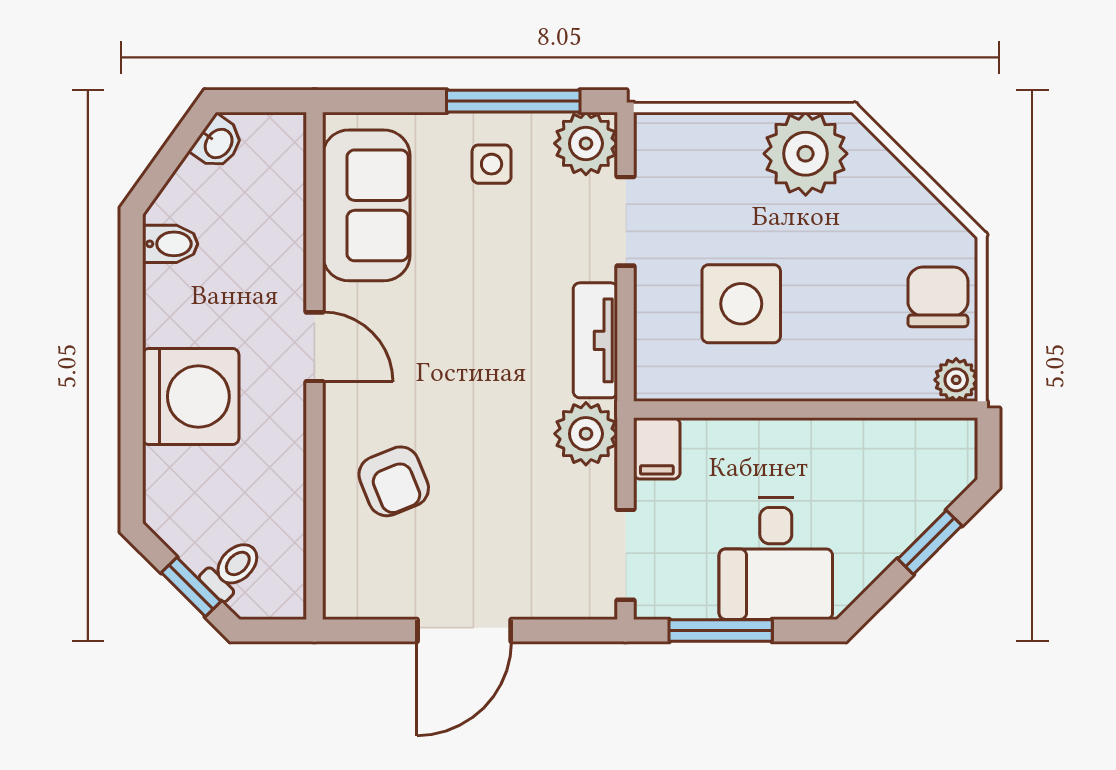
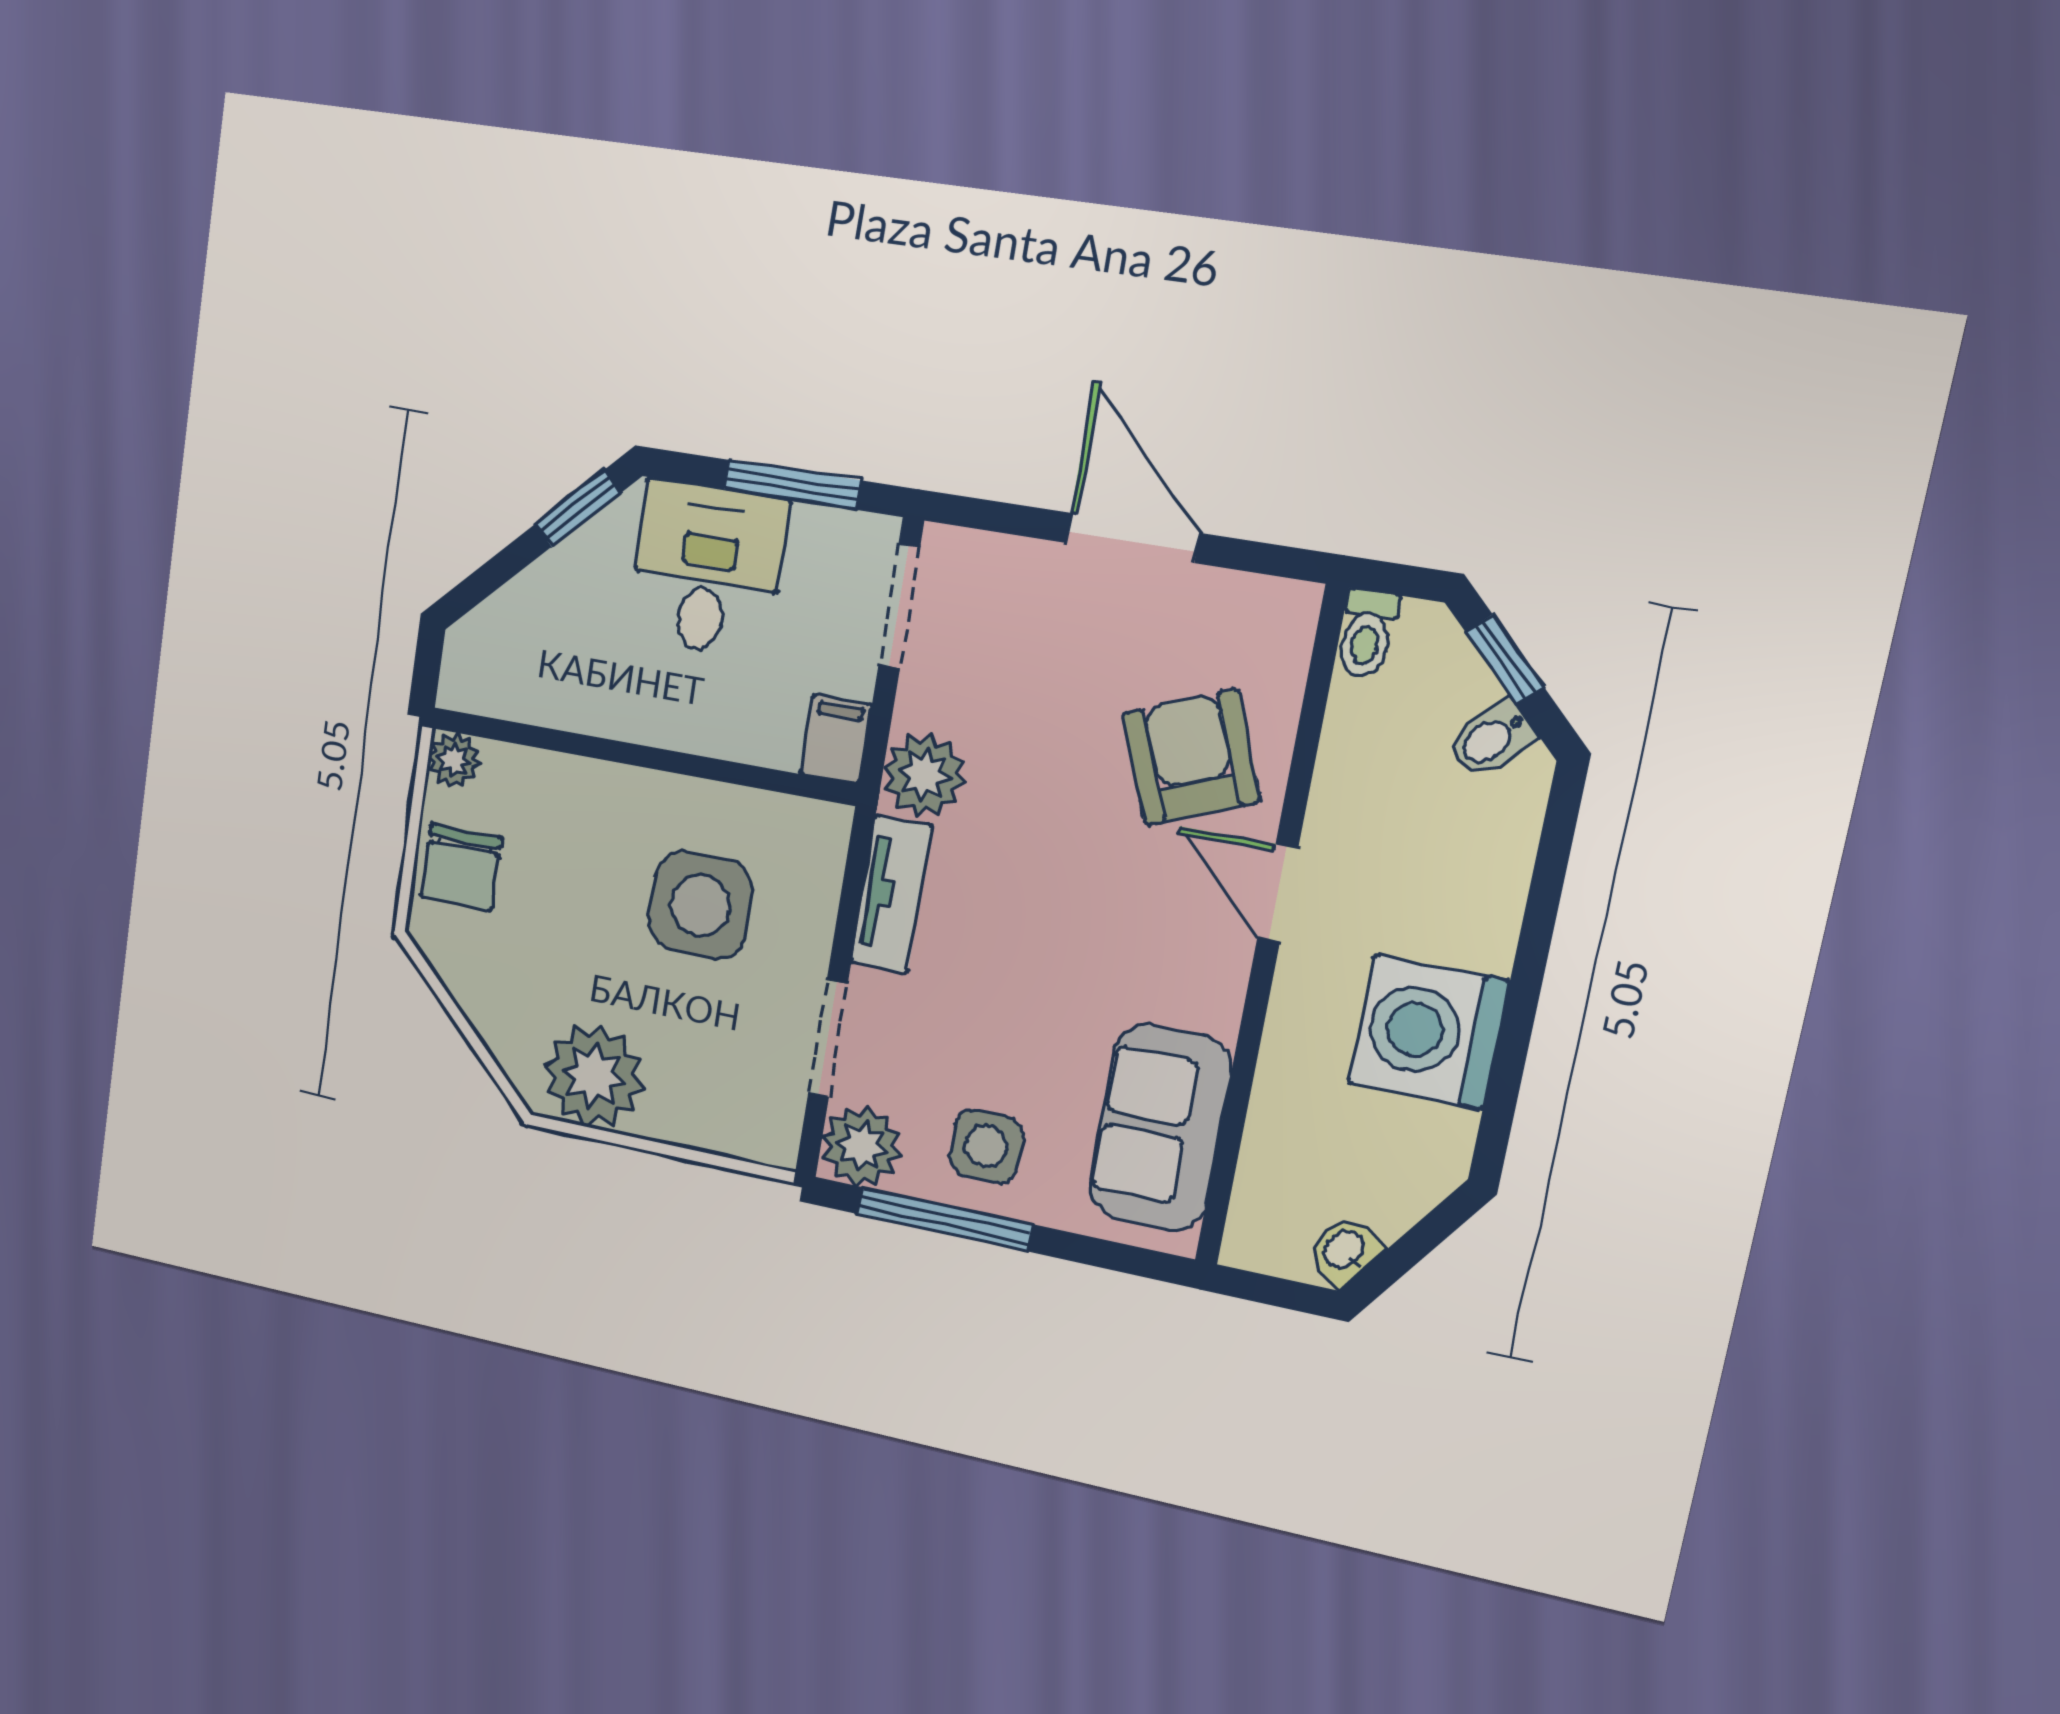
side table: (492, 164) -> (986, 1146), width x1.37, depth x1.37
bidet: (170, 244) -> (1491, 739), moved, turned -45
door: (314, 347) -> (1278, 893), moved
washing machine: (191, 397) -> (1428, 1032), moved
armchair: (394, 481) -> (1191, 757), width x1.38, depth x1.38
window: (930, 542) -> (578, 508), moved
toilet: (232, 569) -> (1367, 634), moved, turned -45
door: (464, 630) -> (1132, 538), hinge flipped

